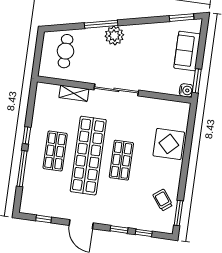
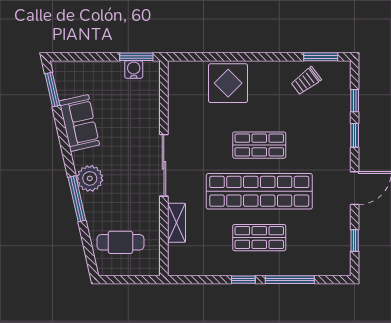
sofa: (187, 51) -> (79, 123), moved, turned -103
water cooler: (186, 90) -> (134, 69), moved

